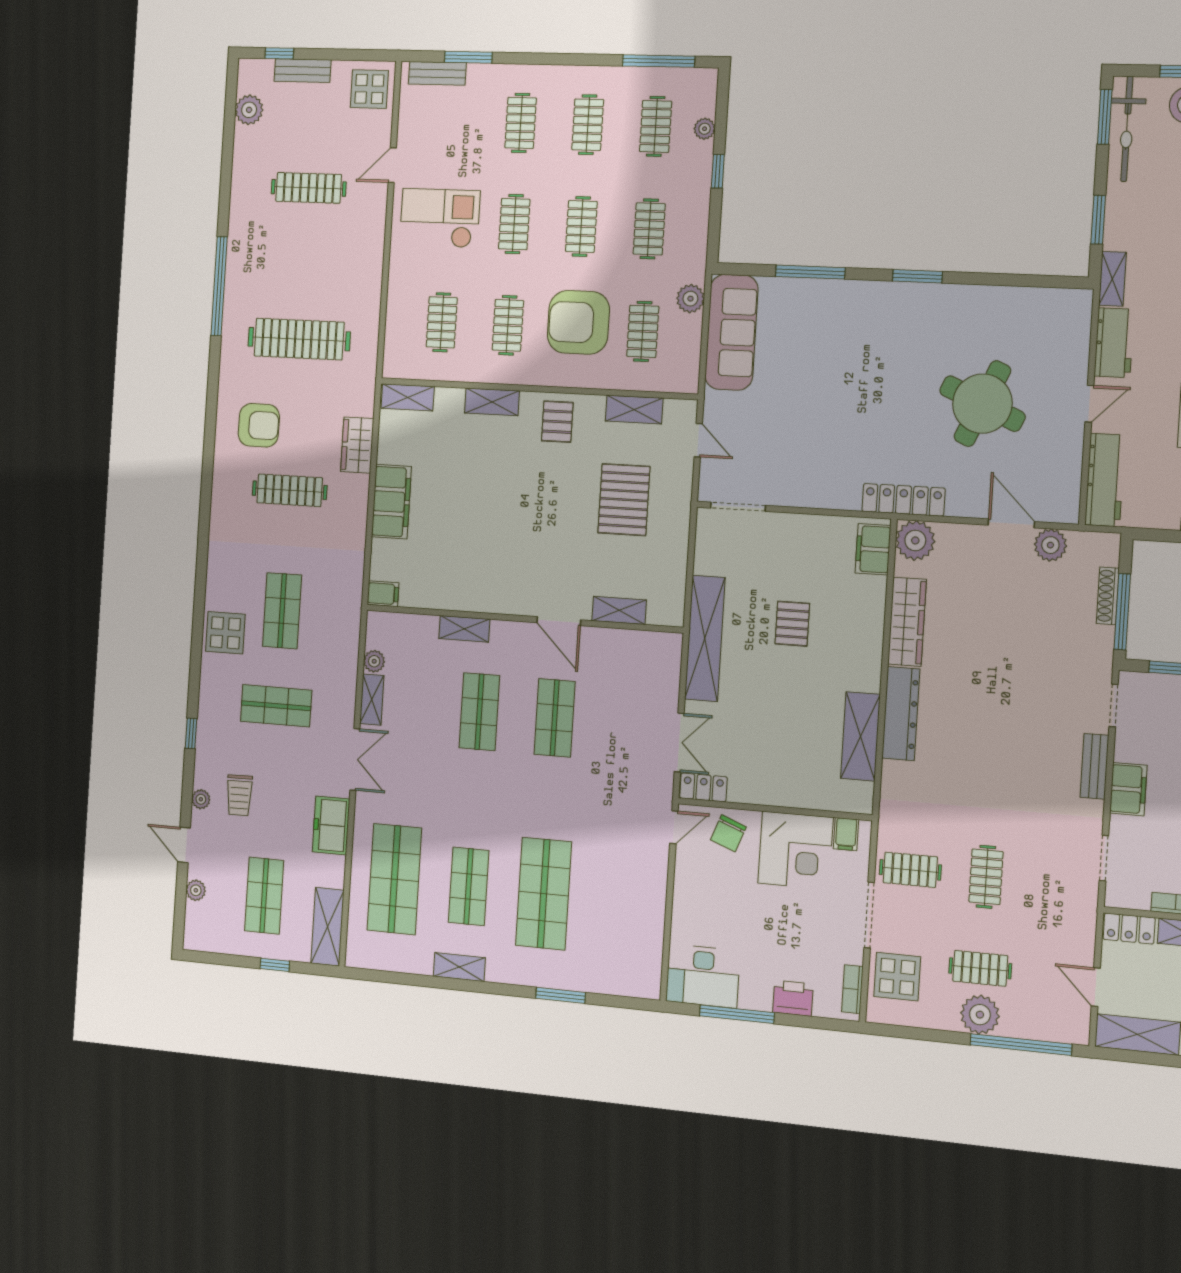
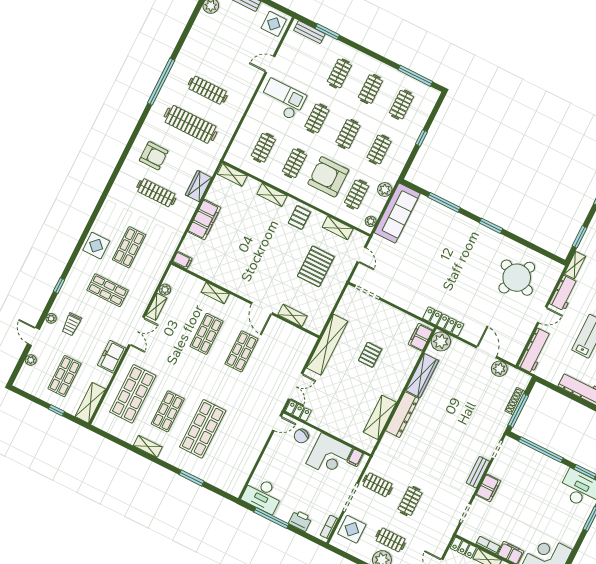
plant: (705, 129) -> (371, 221), moved
clothes rail: (309, 188) -> (208, 90), moved
round table: (982, 404) -> (517, 278), moved

